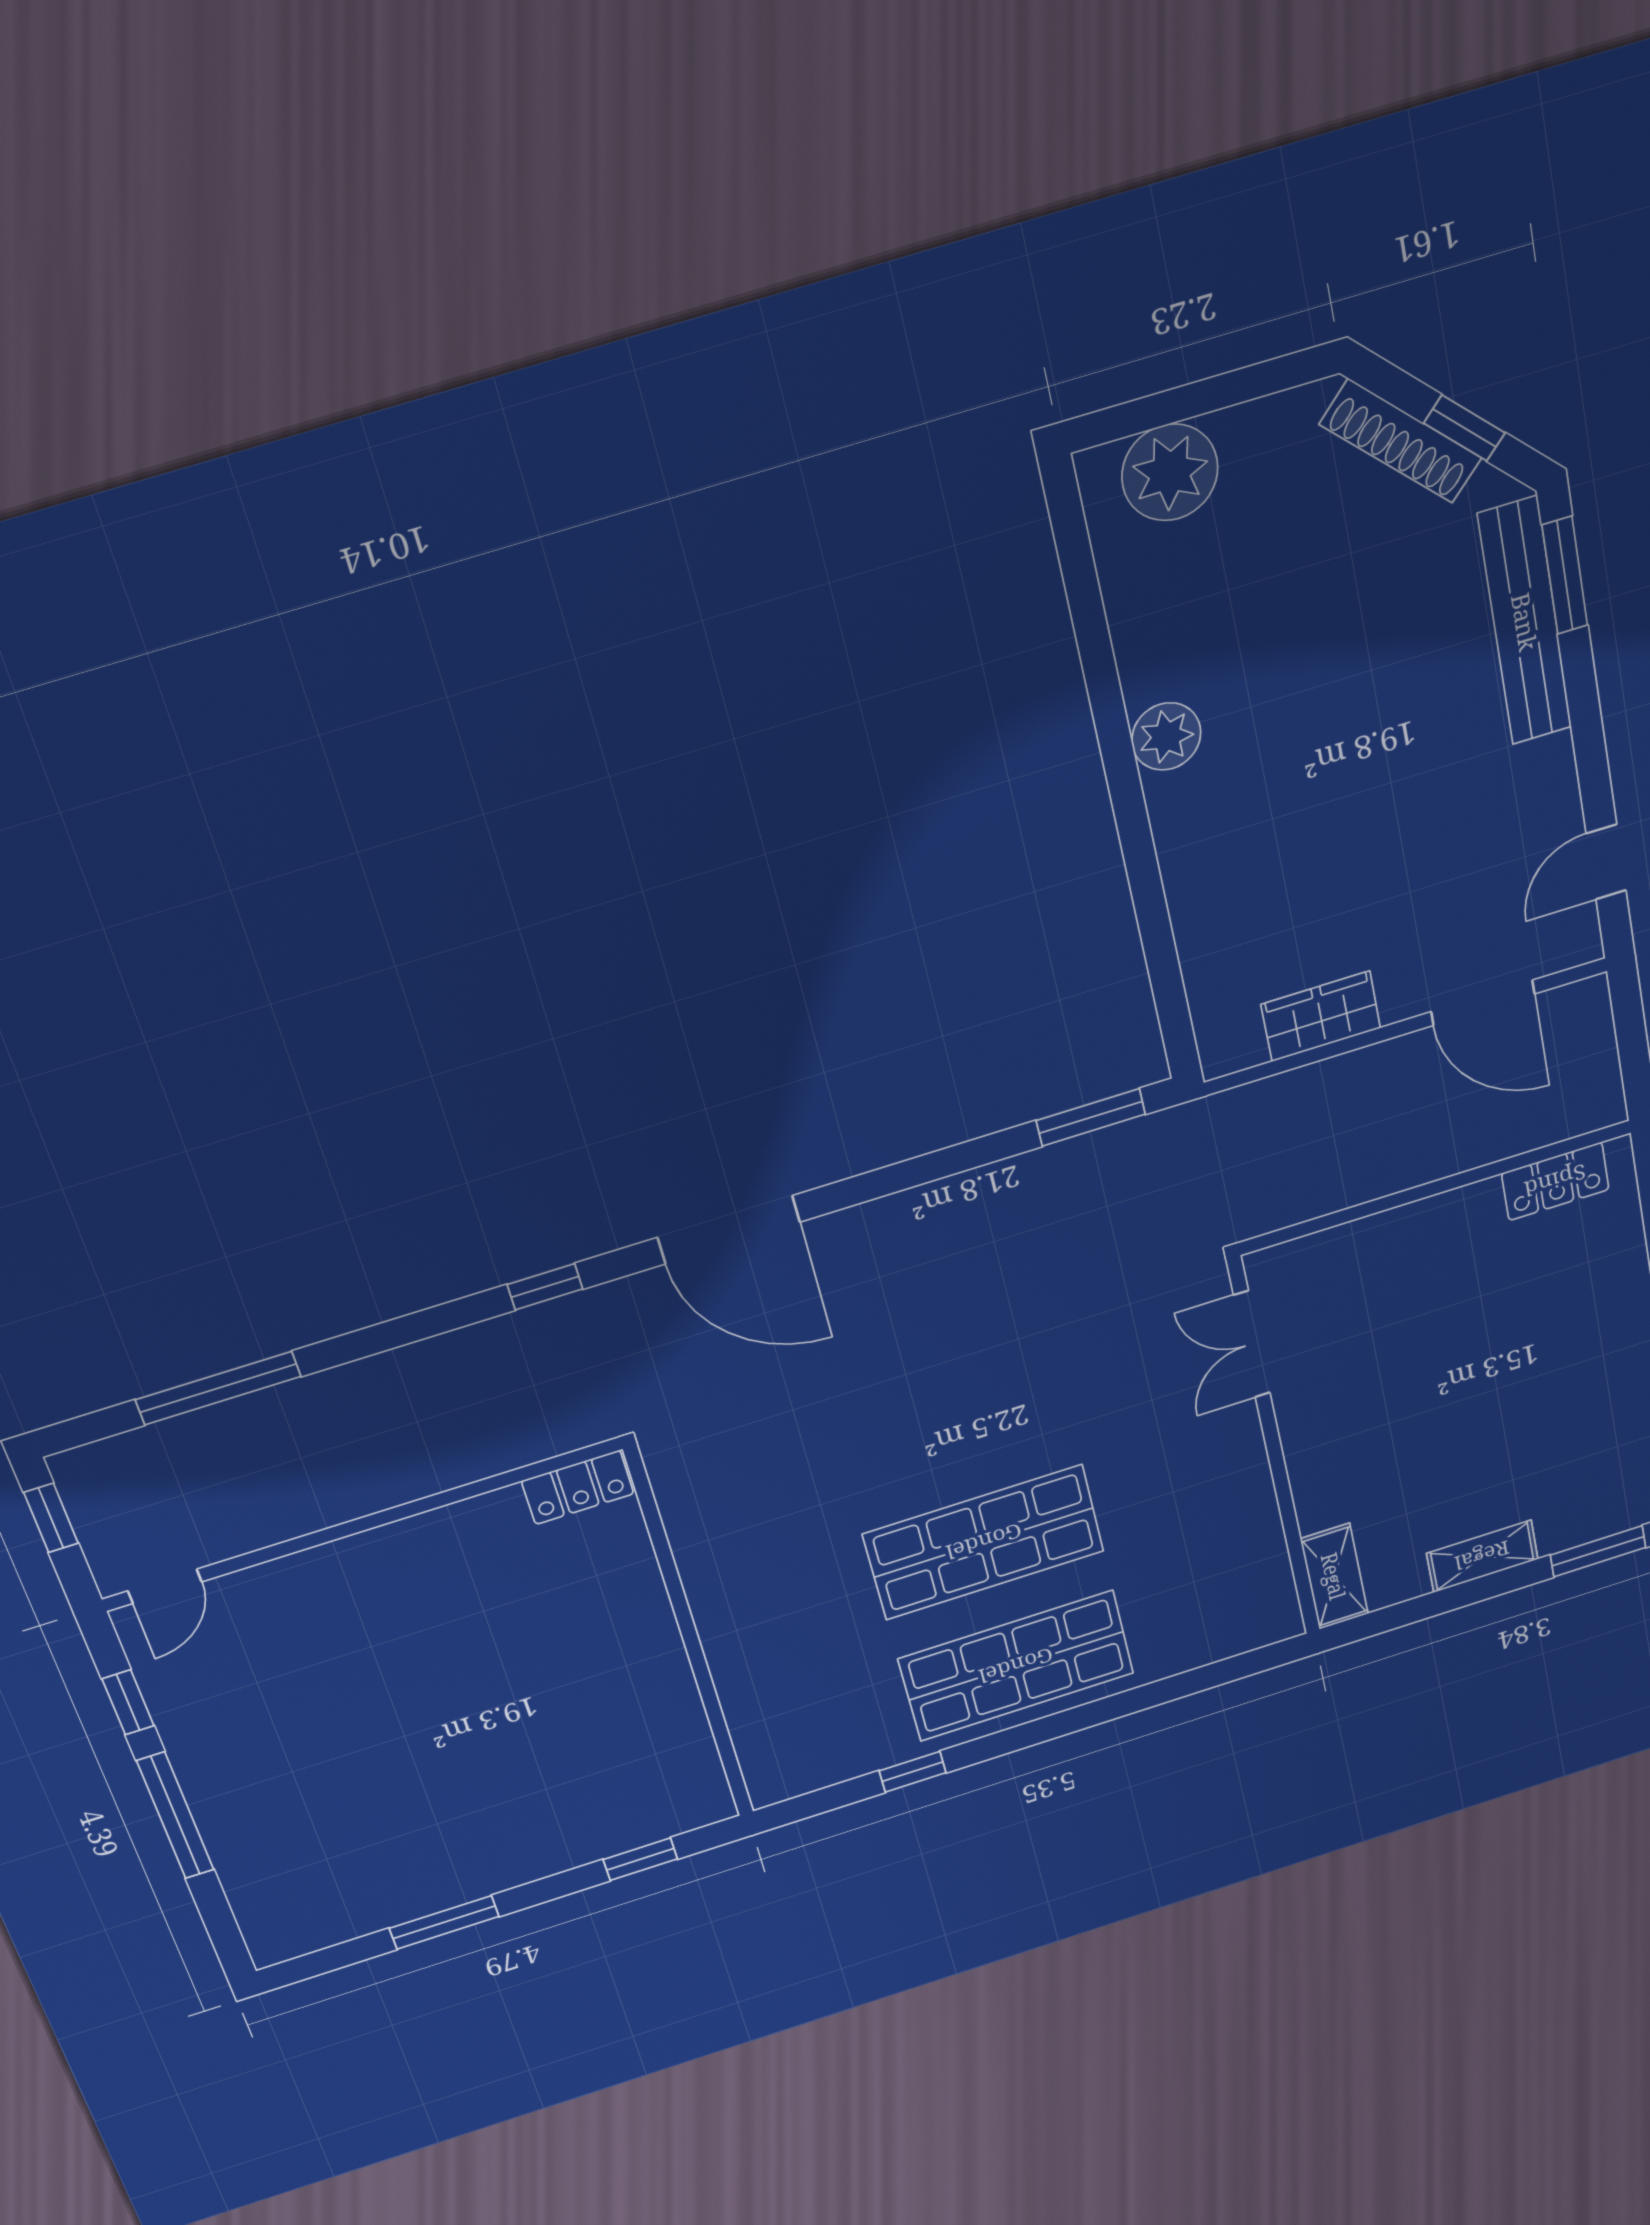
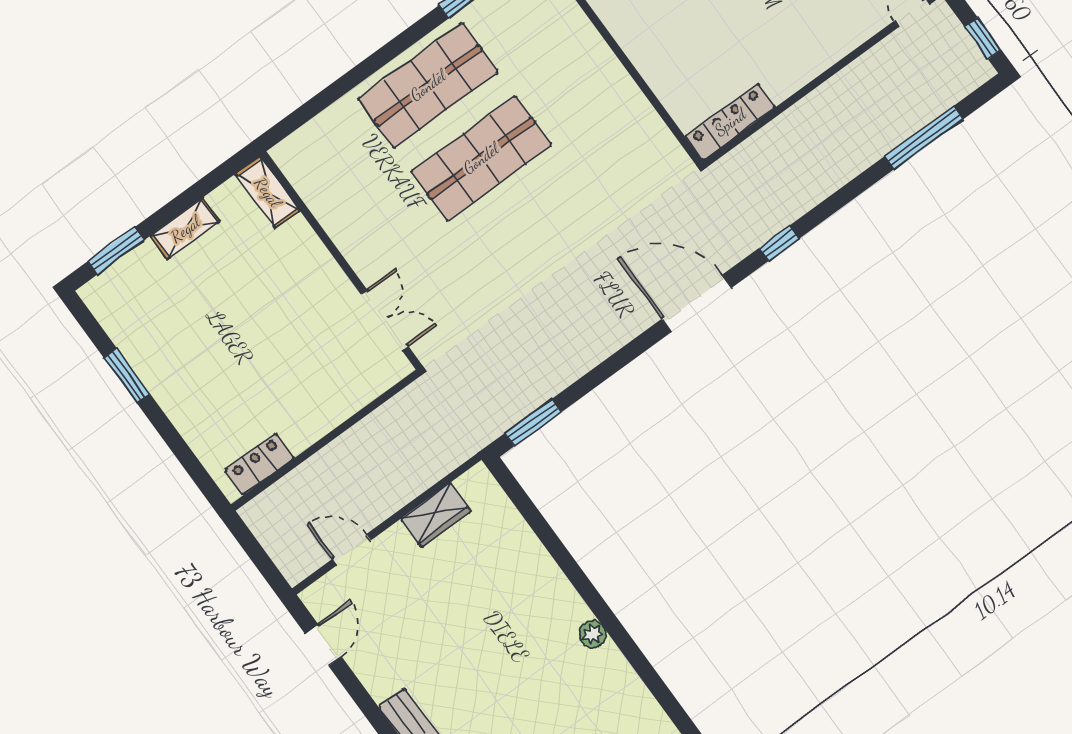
plant: (1166, 736) -> (592, 634), width x0.73, depth x0.73
door: (1483, 1003) -> (351, 550), width x0.73
locker: (578, 1487) -> (730, 122), width x1.53

